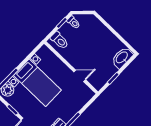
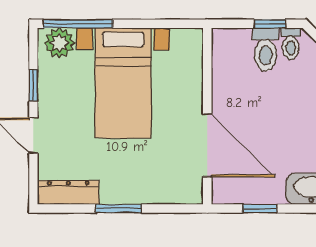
toilet: (59, 40) -> (266, 49), moved
door: (80, 76) -> (207, 145), width x1.87

